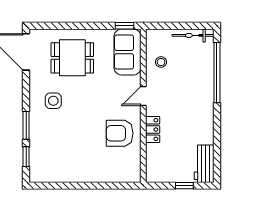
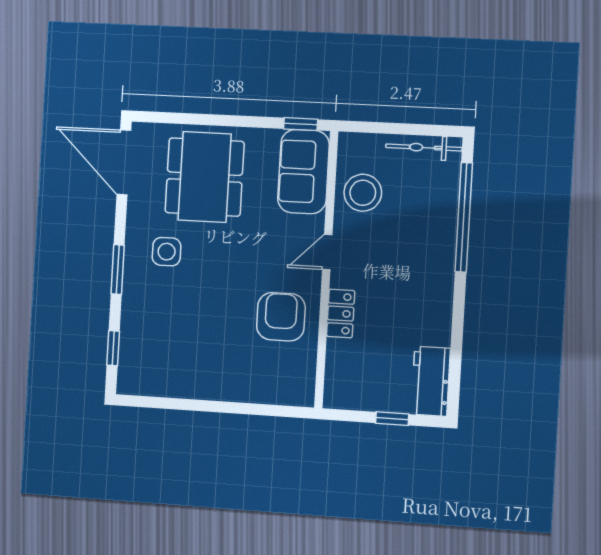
dining table: (72, 58) -> (205, 177), width x1.38
stool: (161, 62) -> (363, 193), width x1.89, depth x1.89
window: (26, 125) -> (118, 270), moved
armchair: (120, 133) -> (281, 317), turned 90

